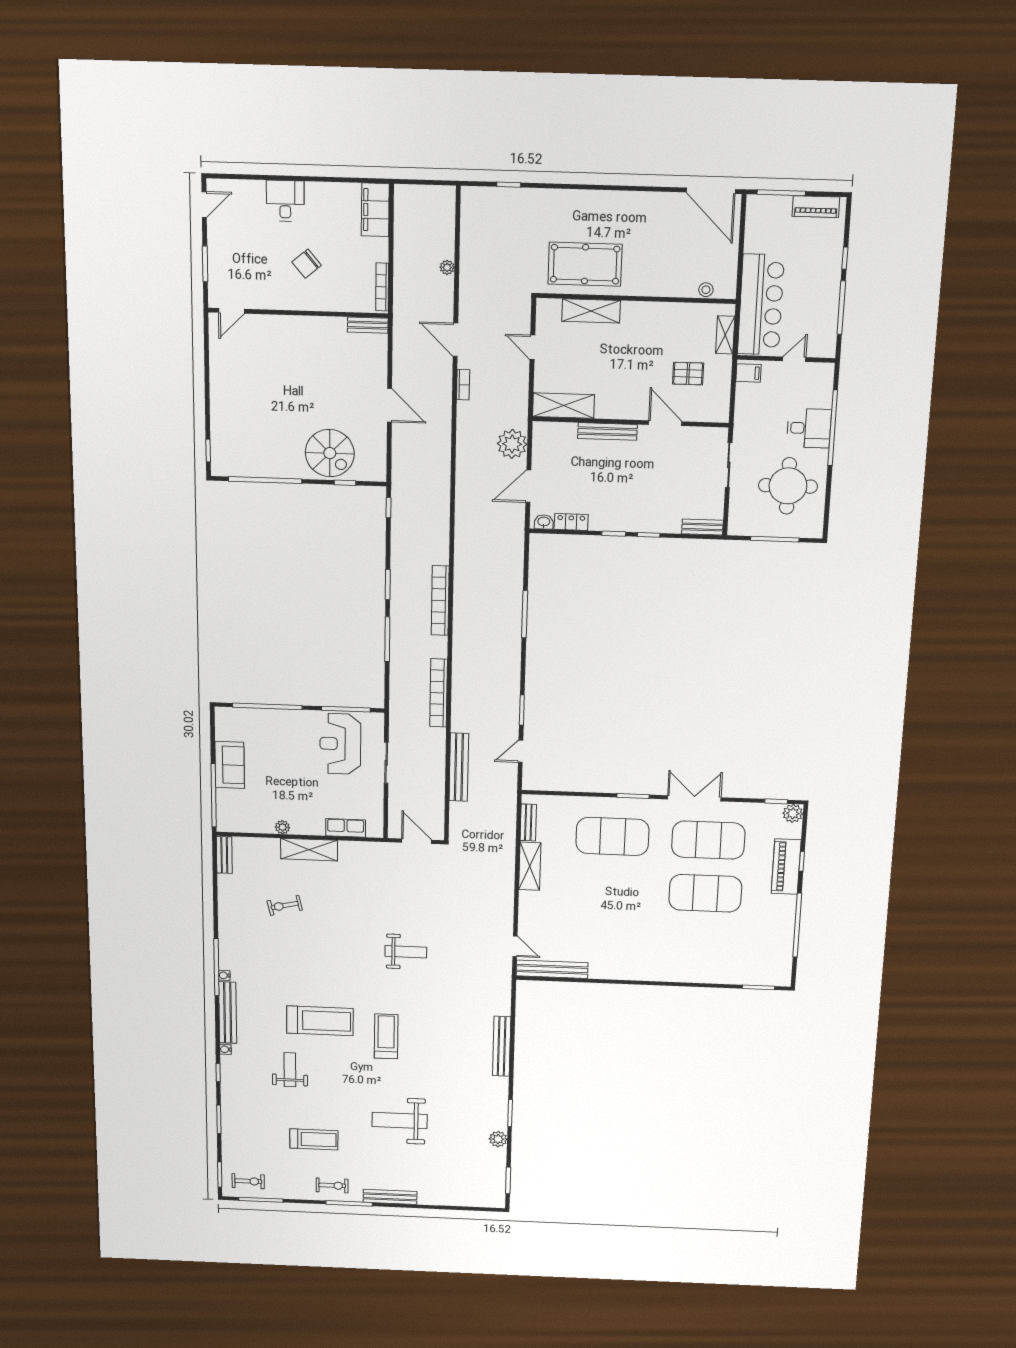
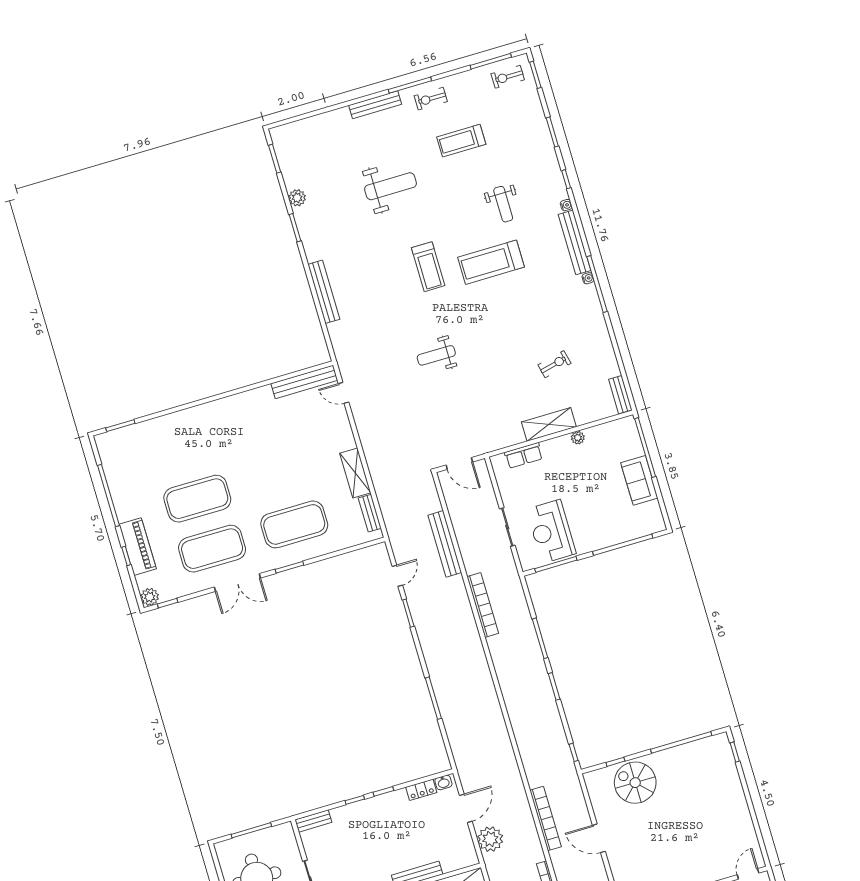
bookcase: (440, 601) -> (545, 818), moved
reception desk: (340, 744) -> (551, 531), turned 180

